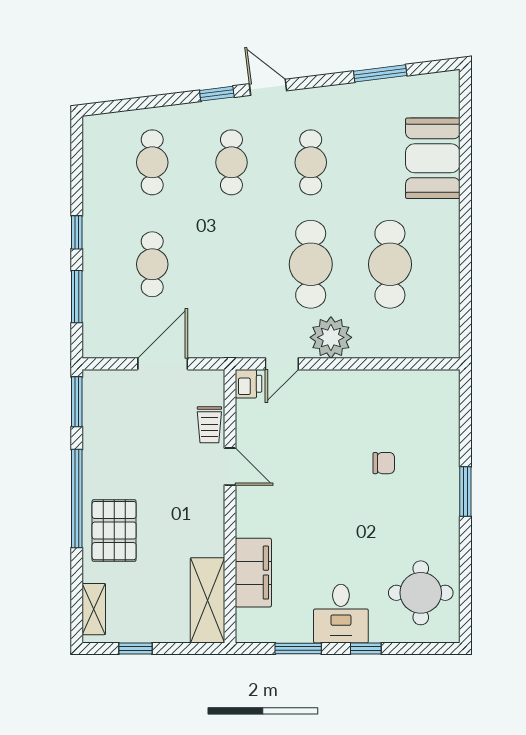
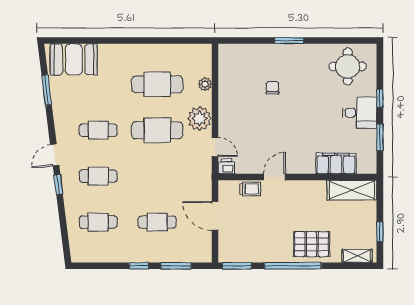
booth: (433, 158) -> (74, 59), moved
plant: (390, 347) -> (205, 84), added

